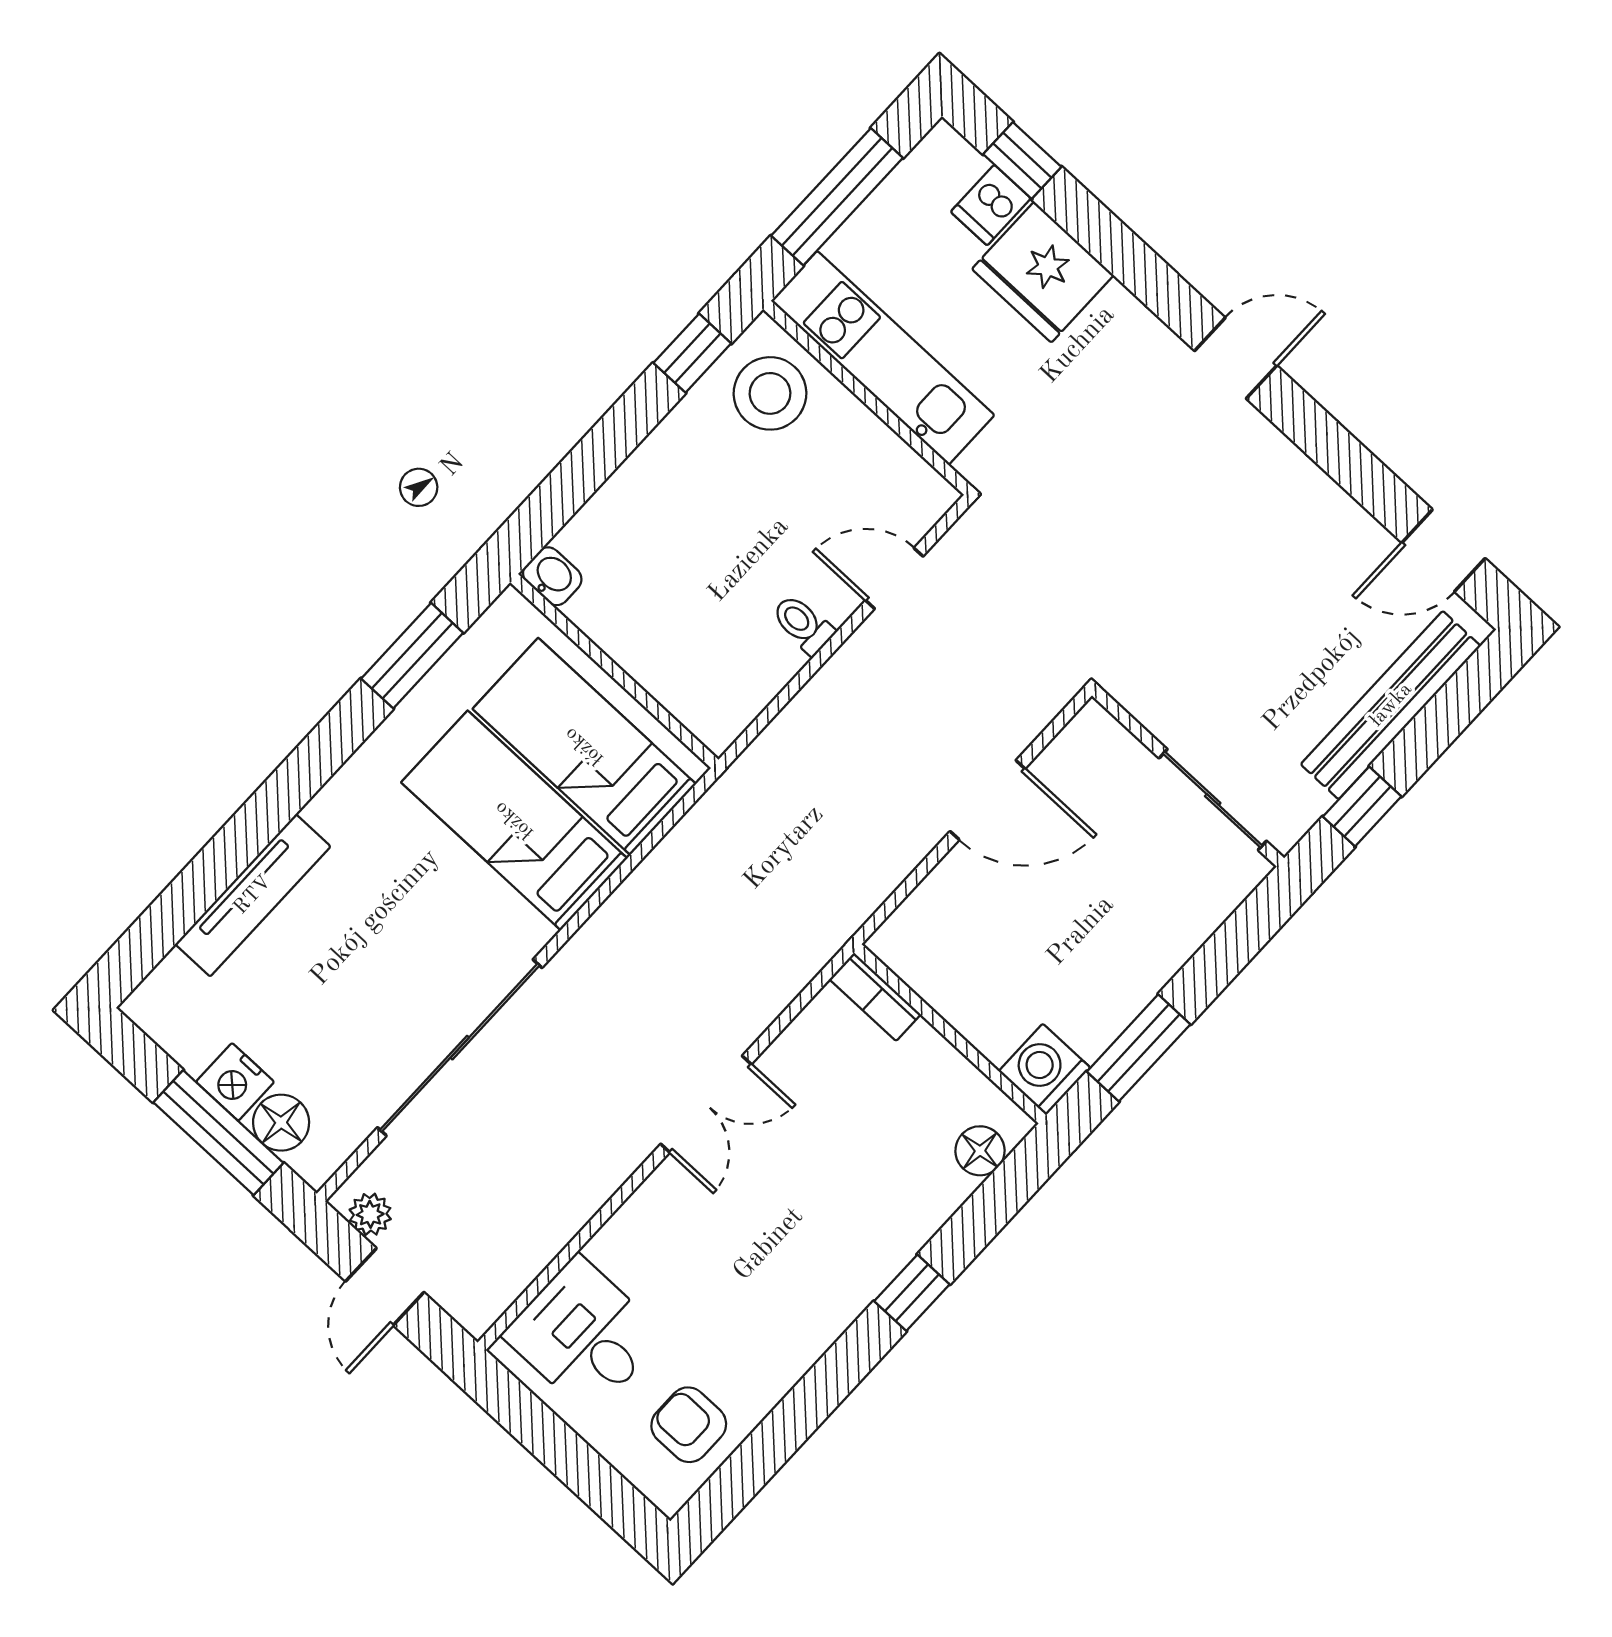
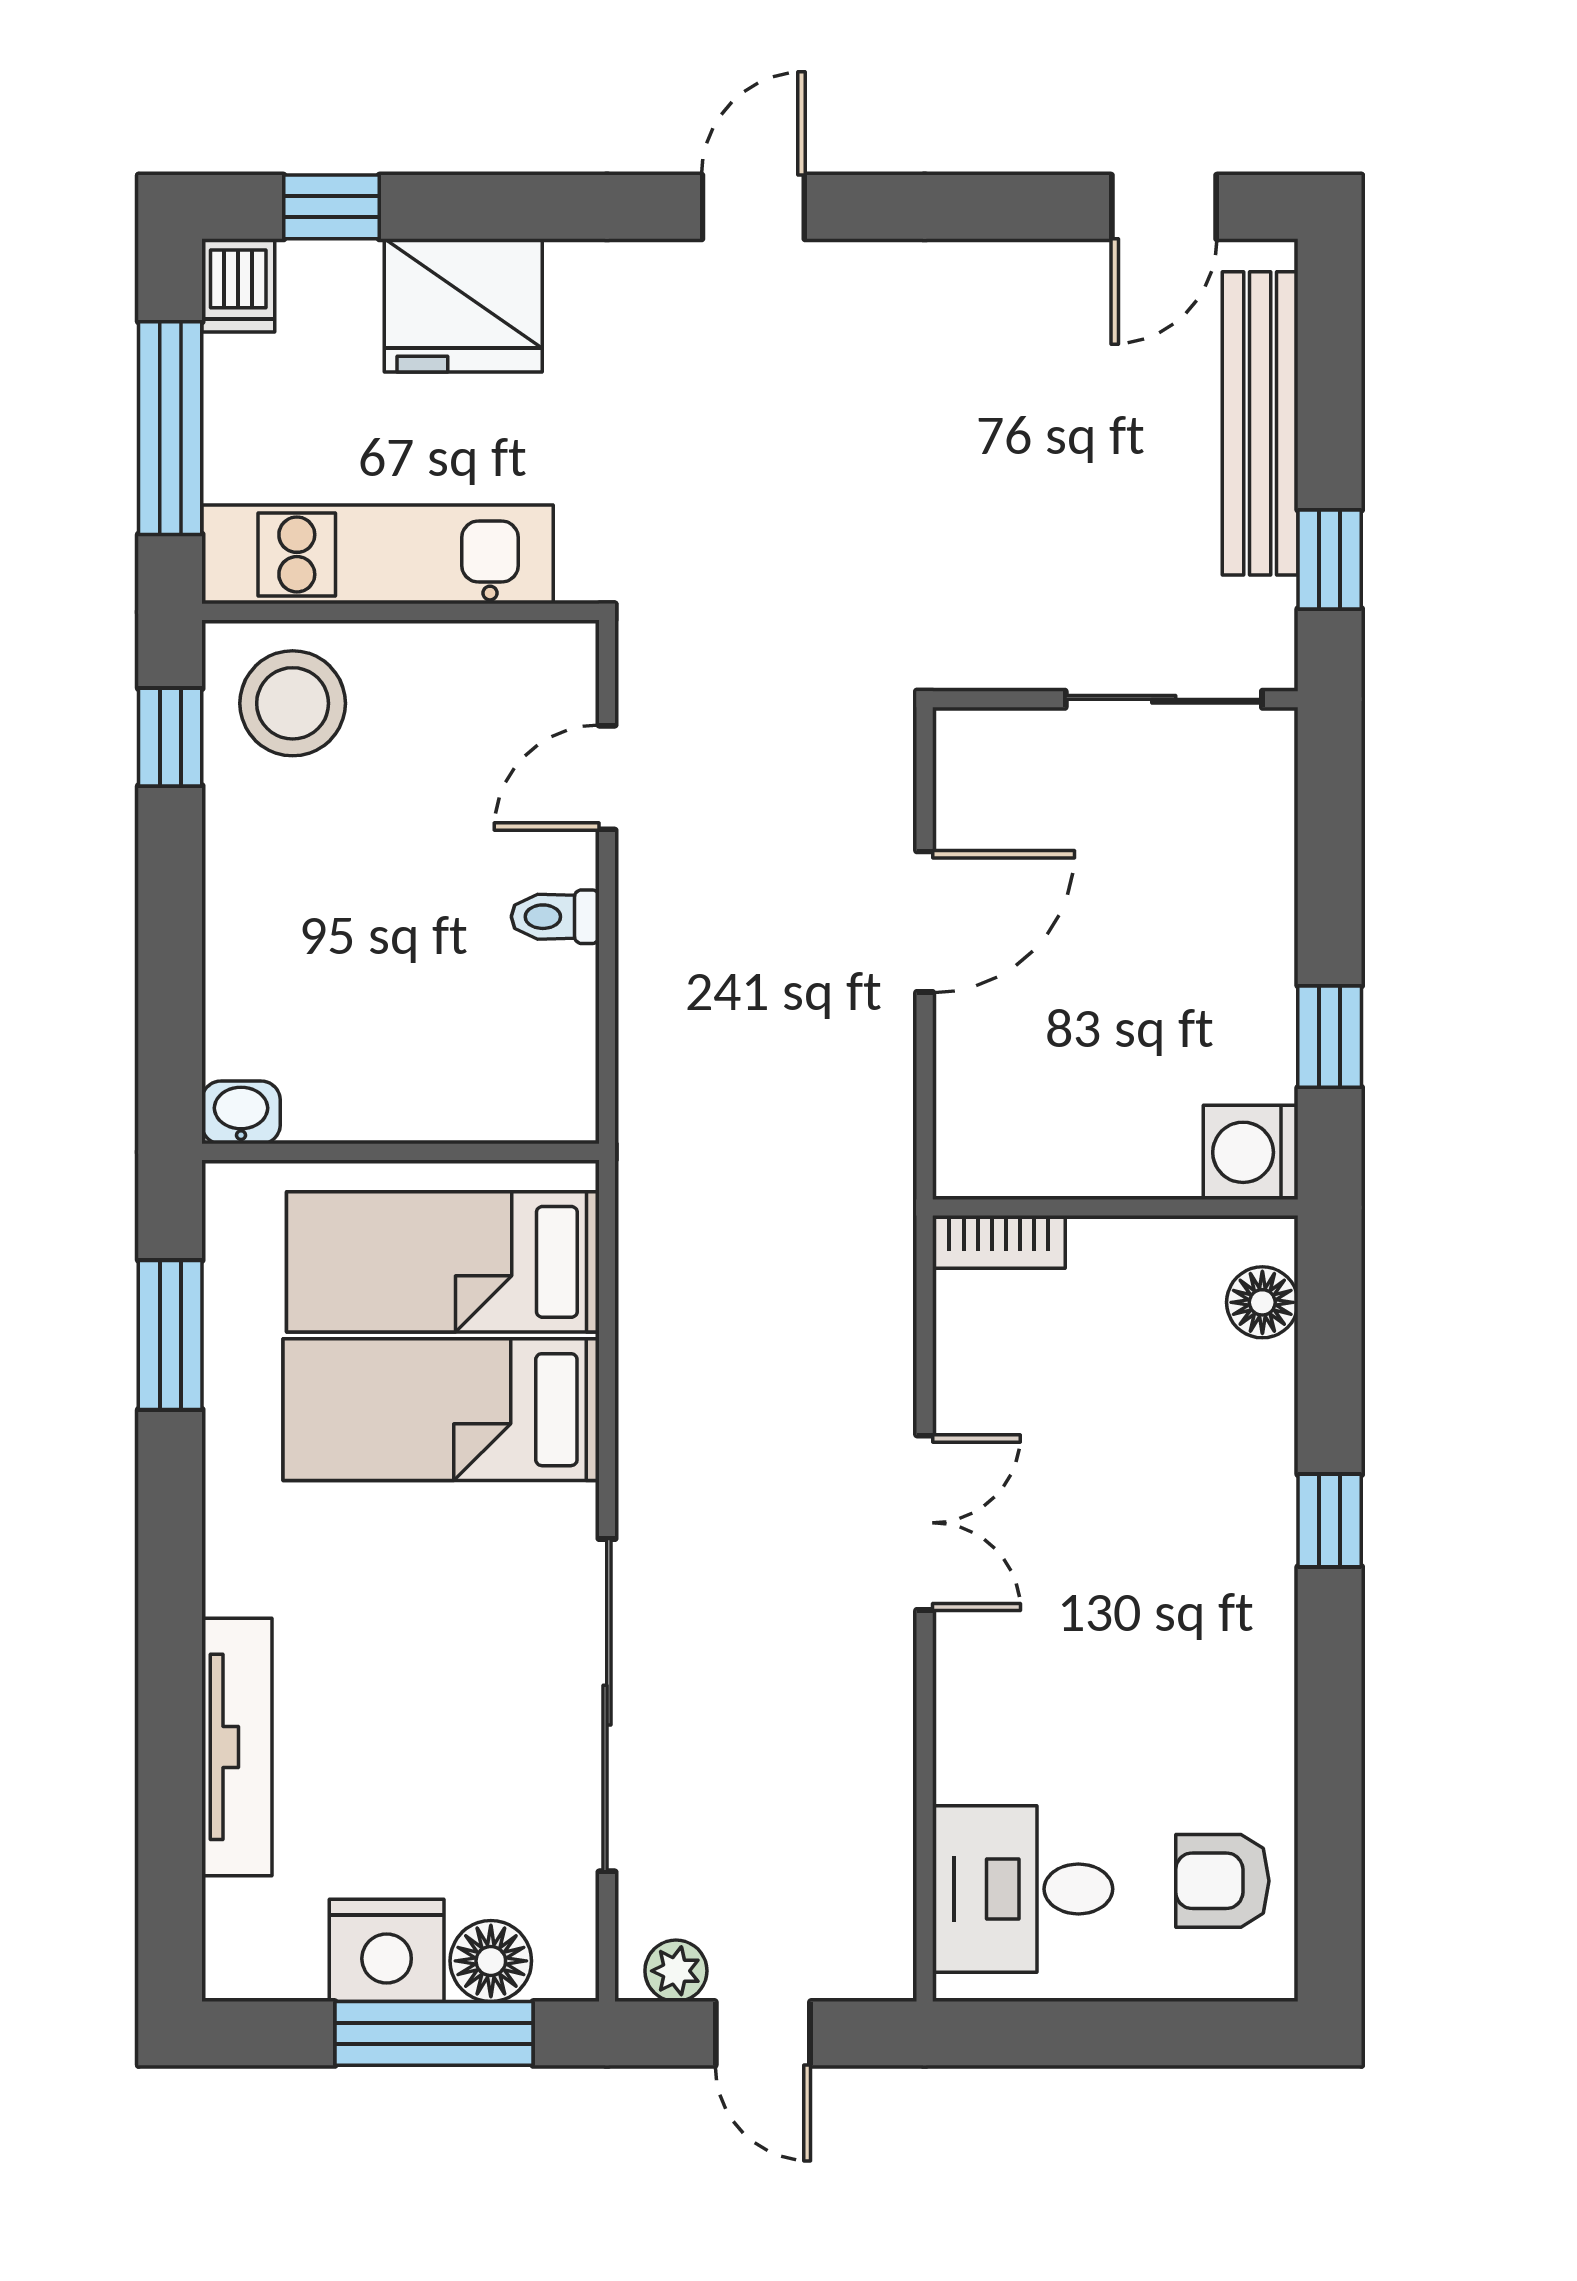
dishwasher: (991, 205) -> (238, 285), moved
window: (1139, 1048) -> (1330, 1037), width x0.67
nightstand: (235, 1082) -> (387, 1950), width x1.36, depth x1.33

